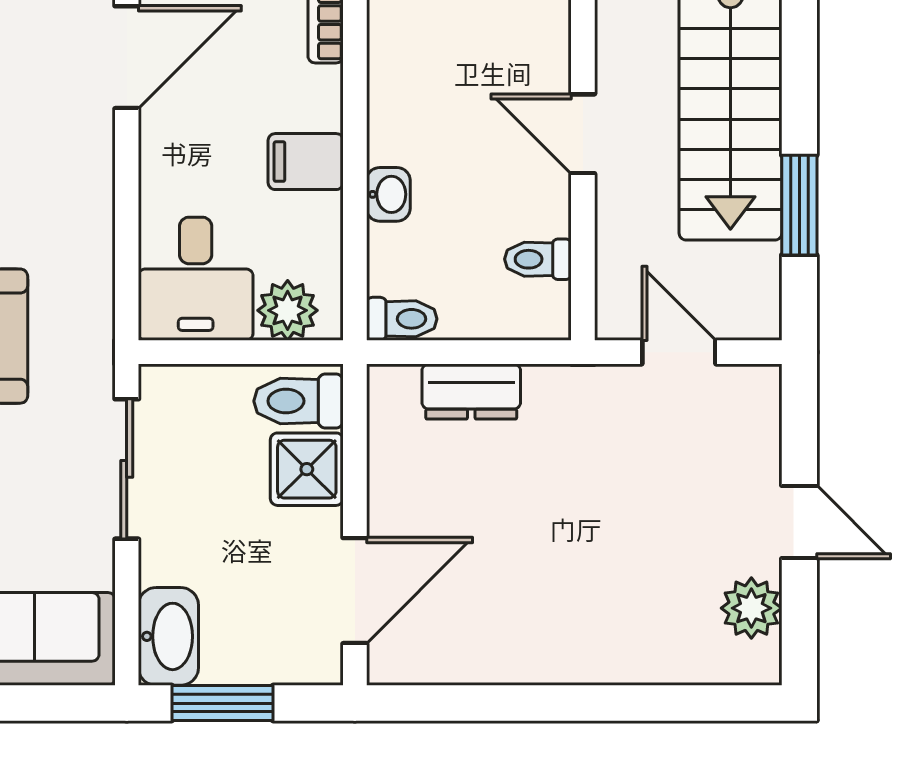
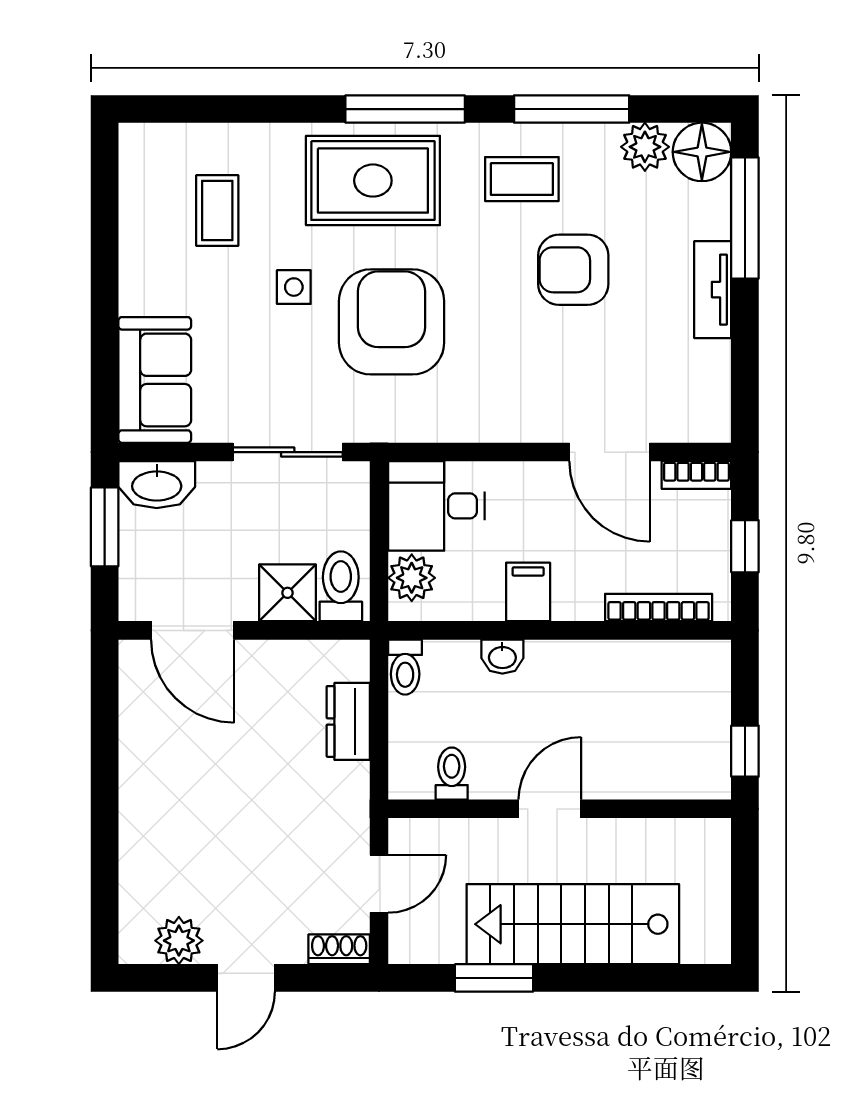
shoe rack: (763, 403) -> (339, 949), added

